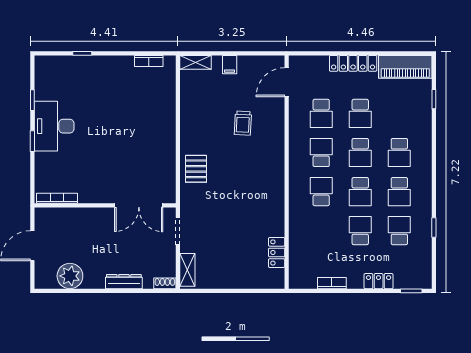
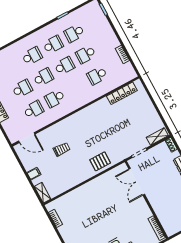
school desk: (321, 192) -> (97, 76), moved
double door: (139, 205) -> (137, 182), swing flipped
locker: (277, 252) -> (122, 93), width x1.53
locker: (379, 281) -> (108, 30), removed

